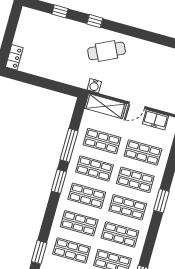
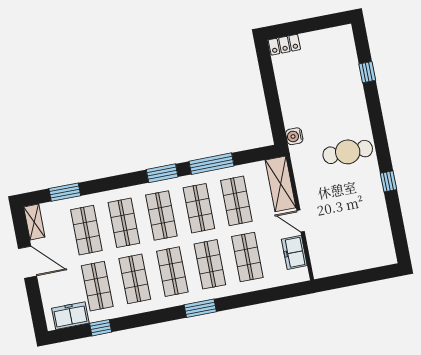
window: (95, 21) -> (389, 181), moved
cafe table: (107, 51) -> (348, 152), turned -64
water cooler: (94, 86) -> (294, 136), moved

